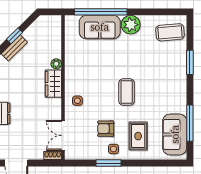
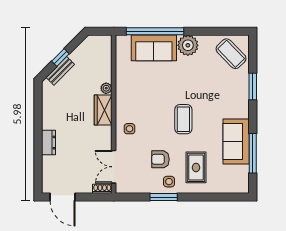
coffee table: (170, 32) -> (231, 54), turned 51
sofa: (175, 134) -> (236, 141), moved

